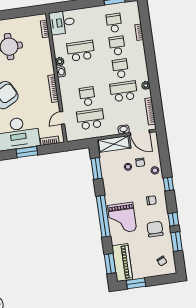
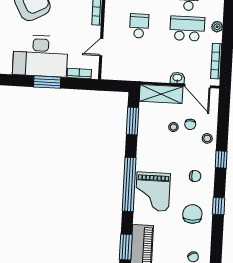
school desk: (91, 119) -> (137, 56), removed
window: (177, 242) -> (217, 236), removed

